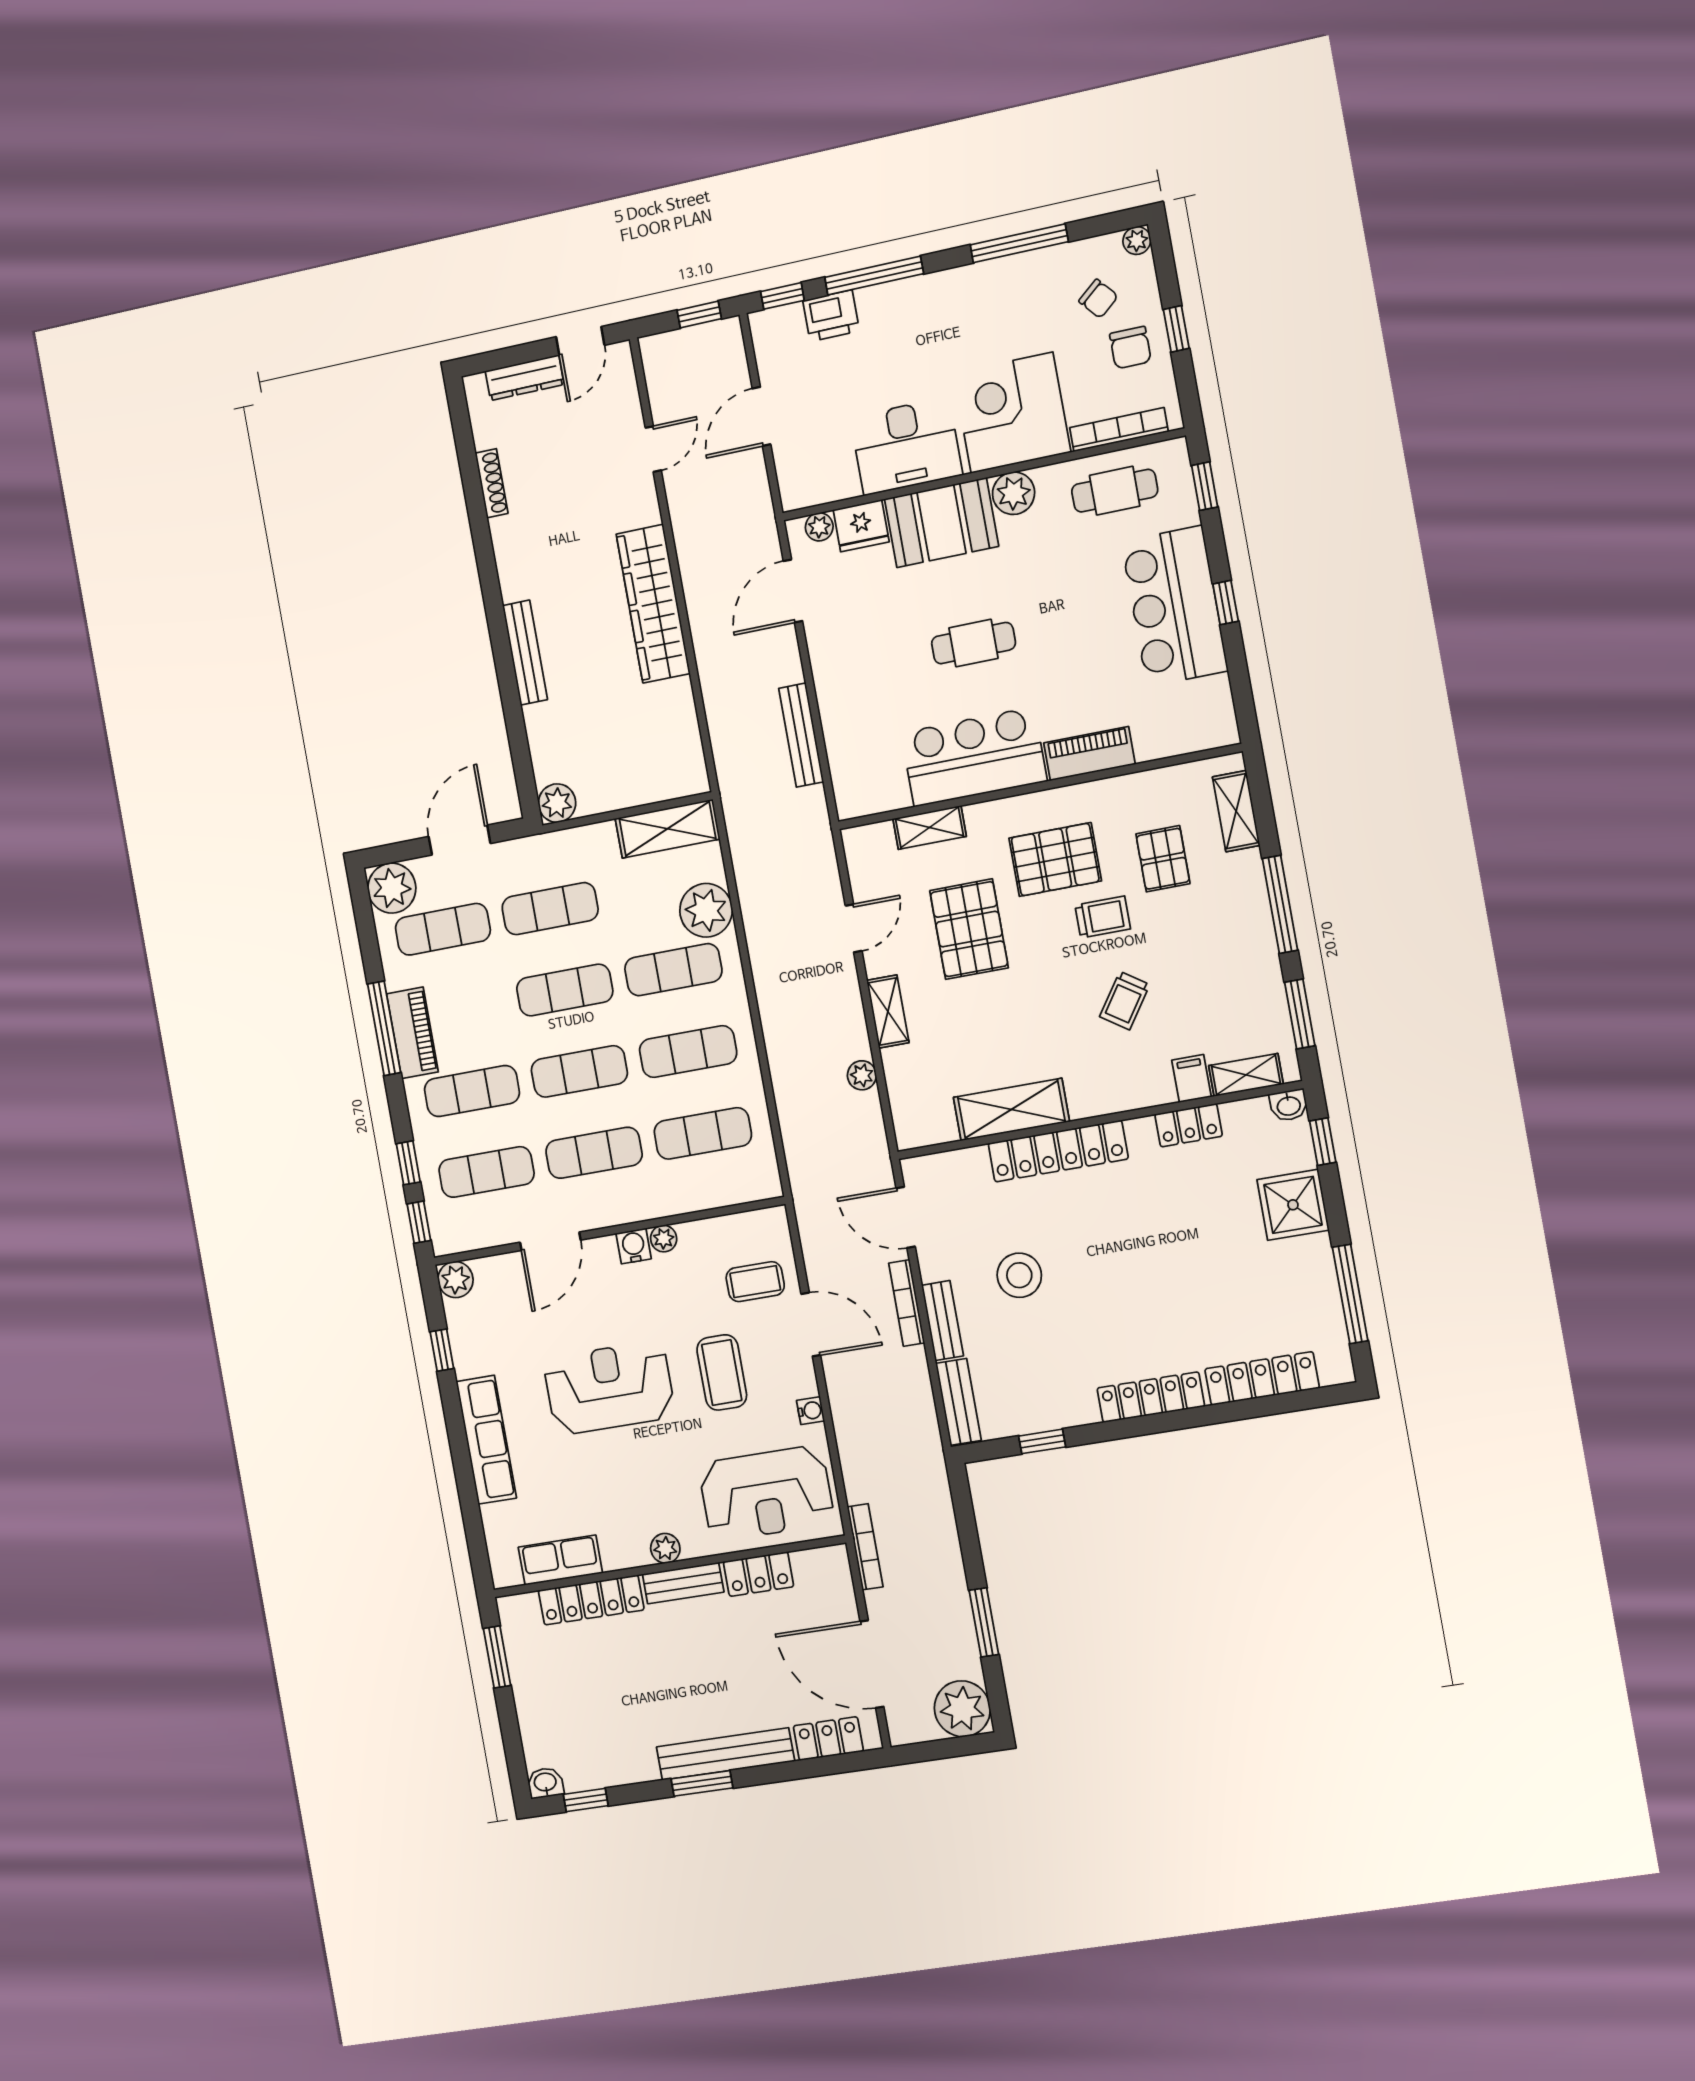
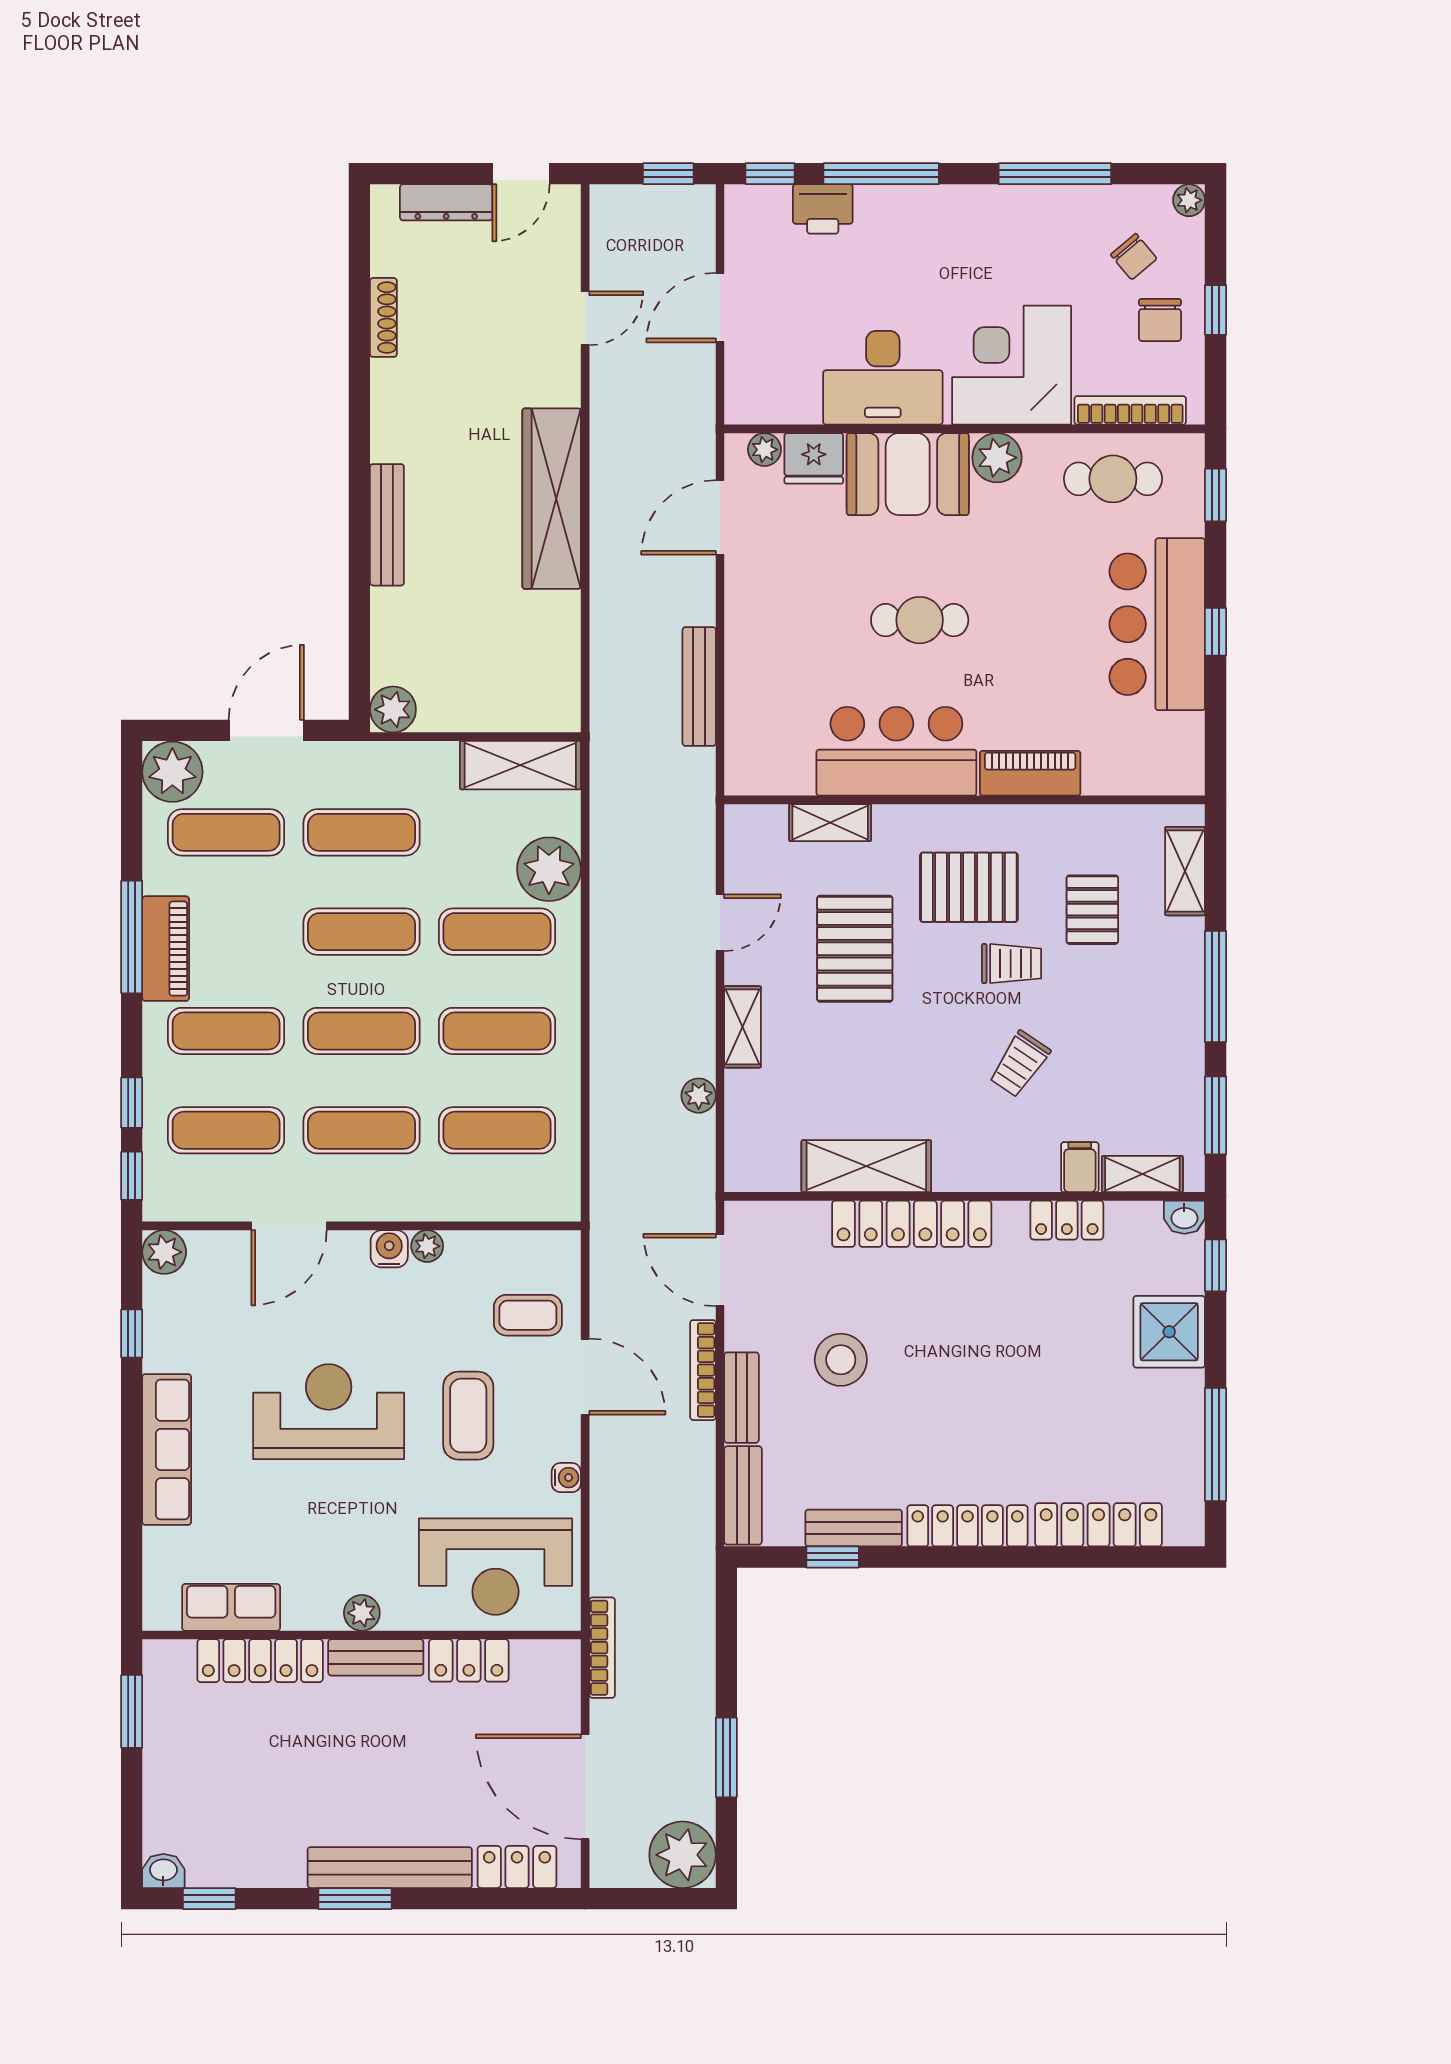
bench: (1055, 1414) -> (854, 1528), added

